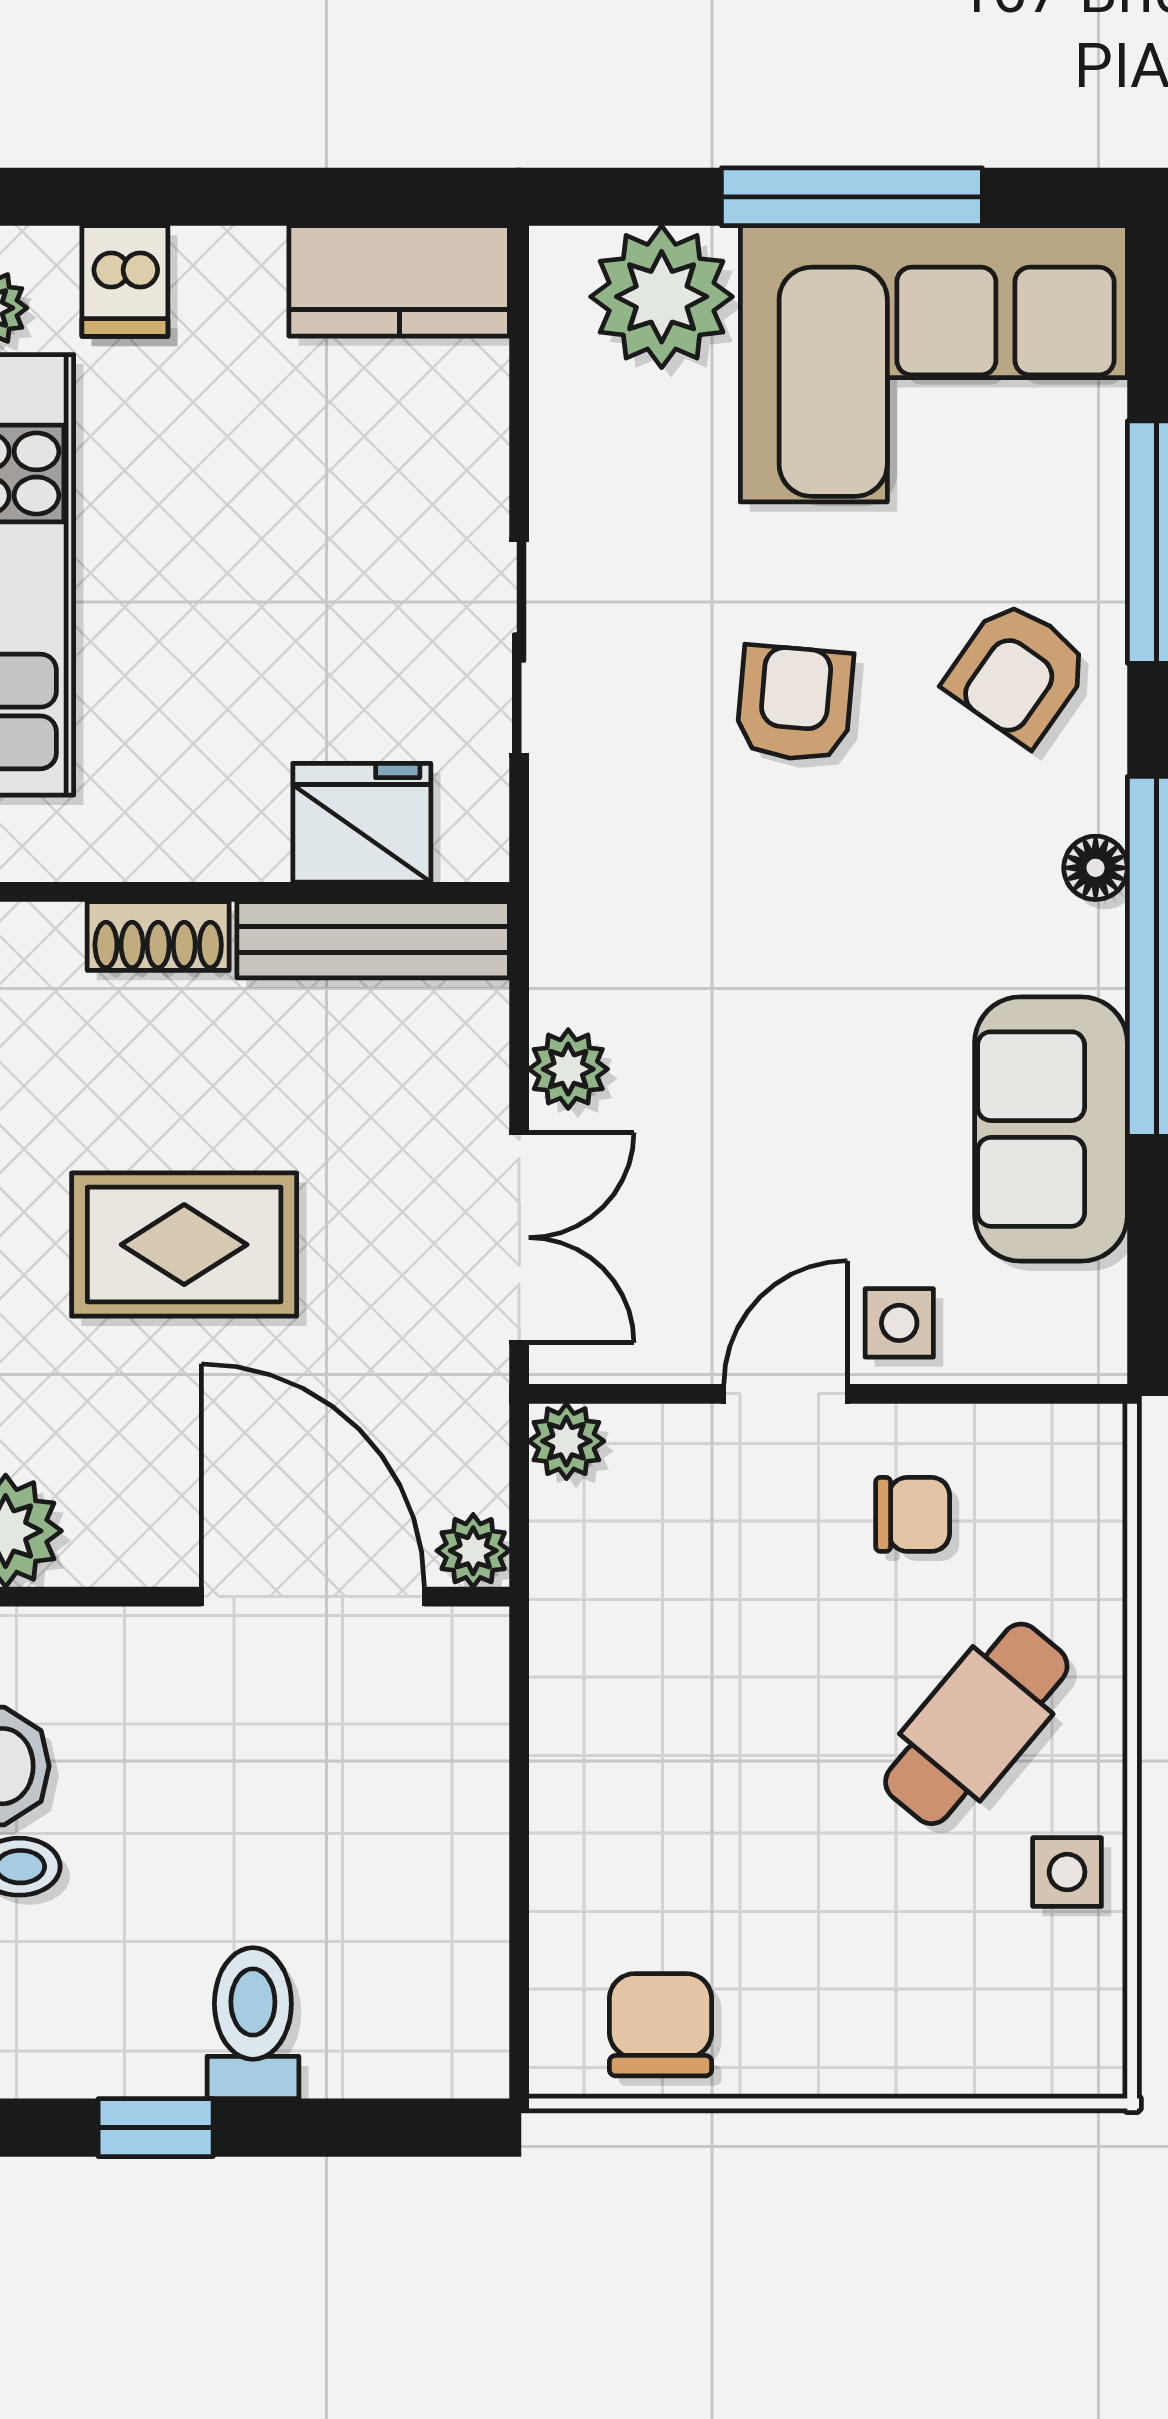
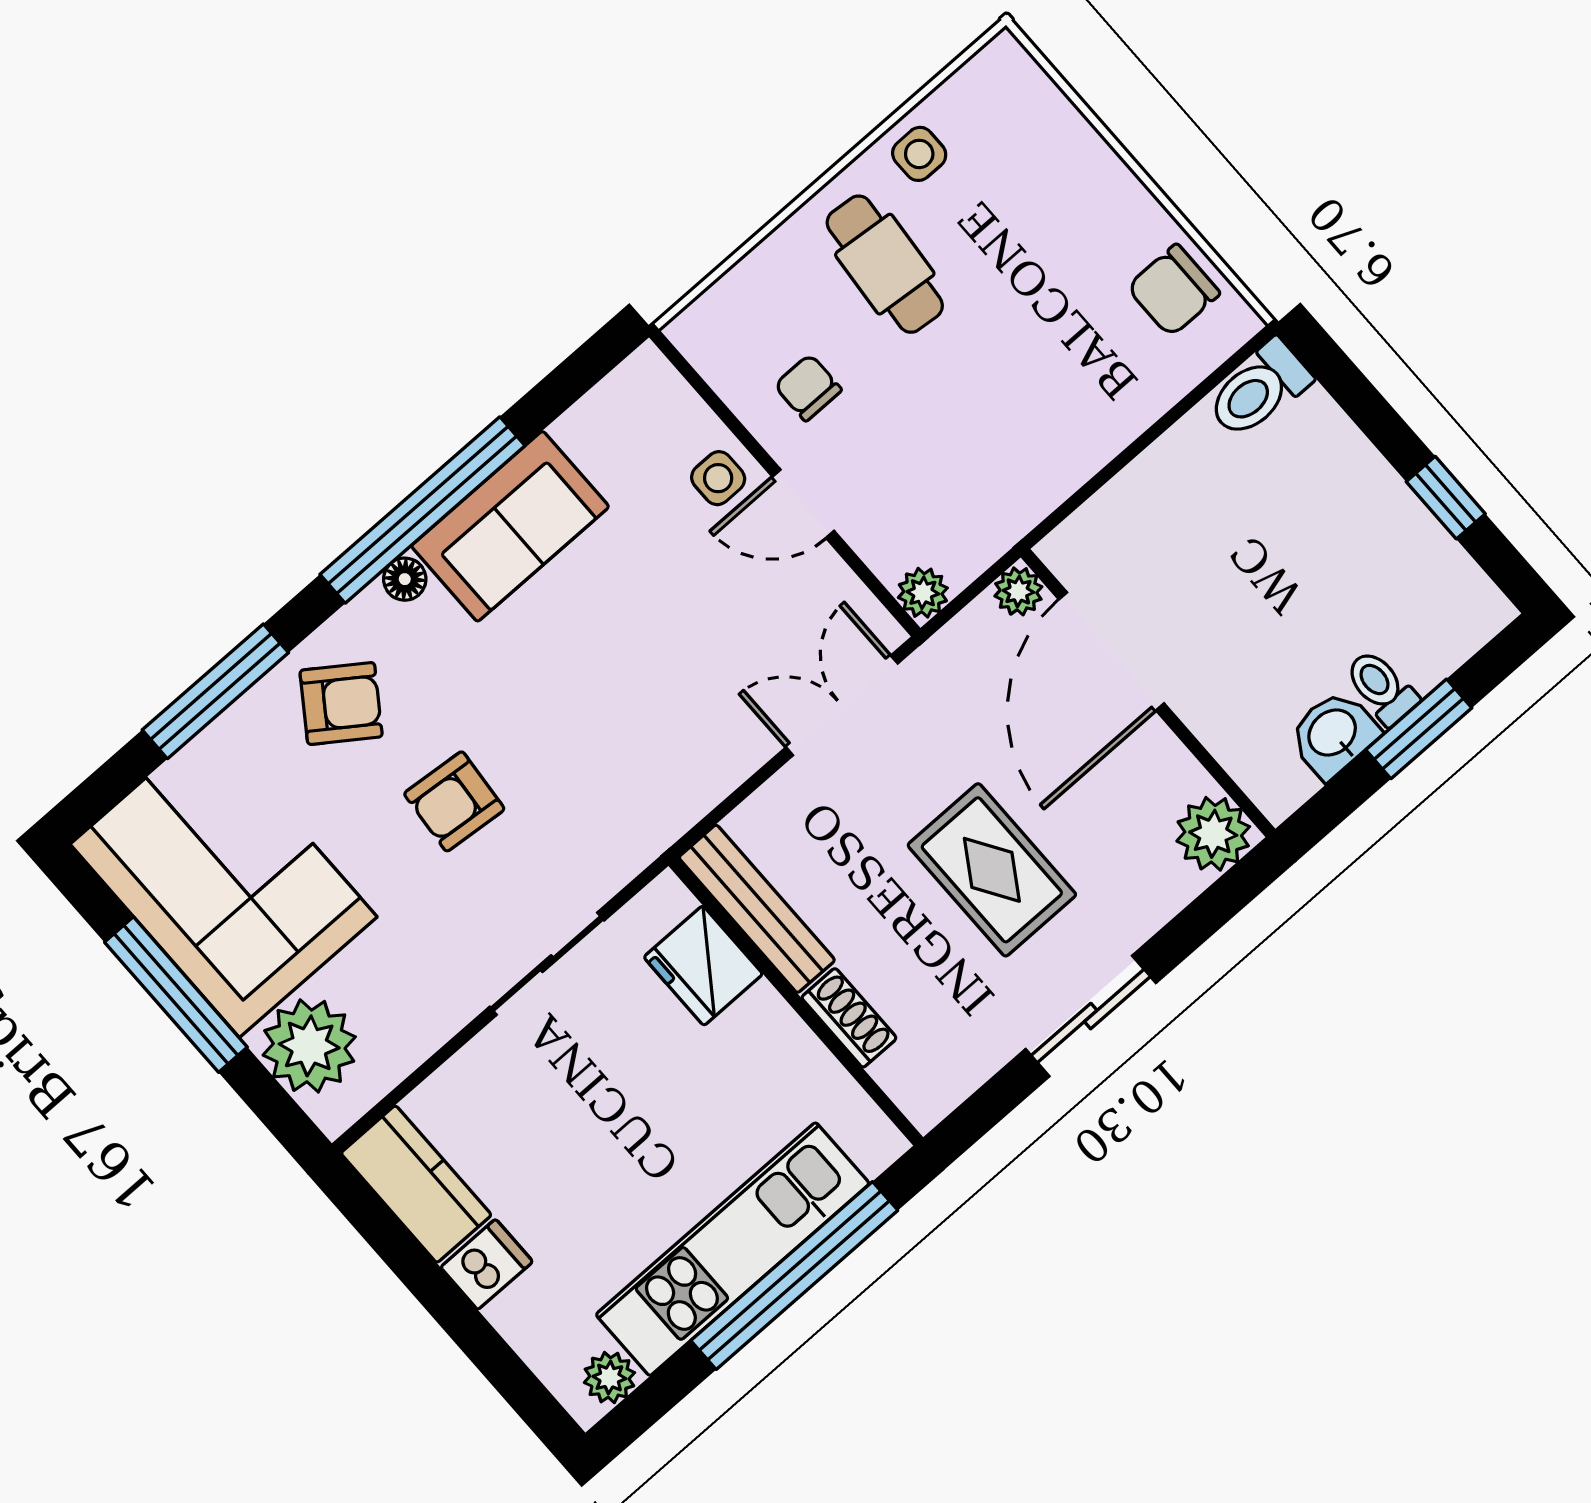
dishwasher: (125, 281) -> (487, 1264), moved
plant: (568, 1069) -> (736, 755), removed
sofa: (1051, 1129) -> (510, 526), moved
cafe table: (976, 1724) -> (885, 264), turned 55
toilet: (253, 2023) -> (1259, 389), moved

